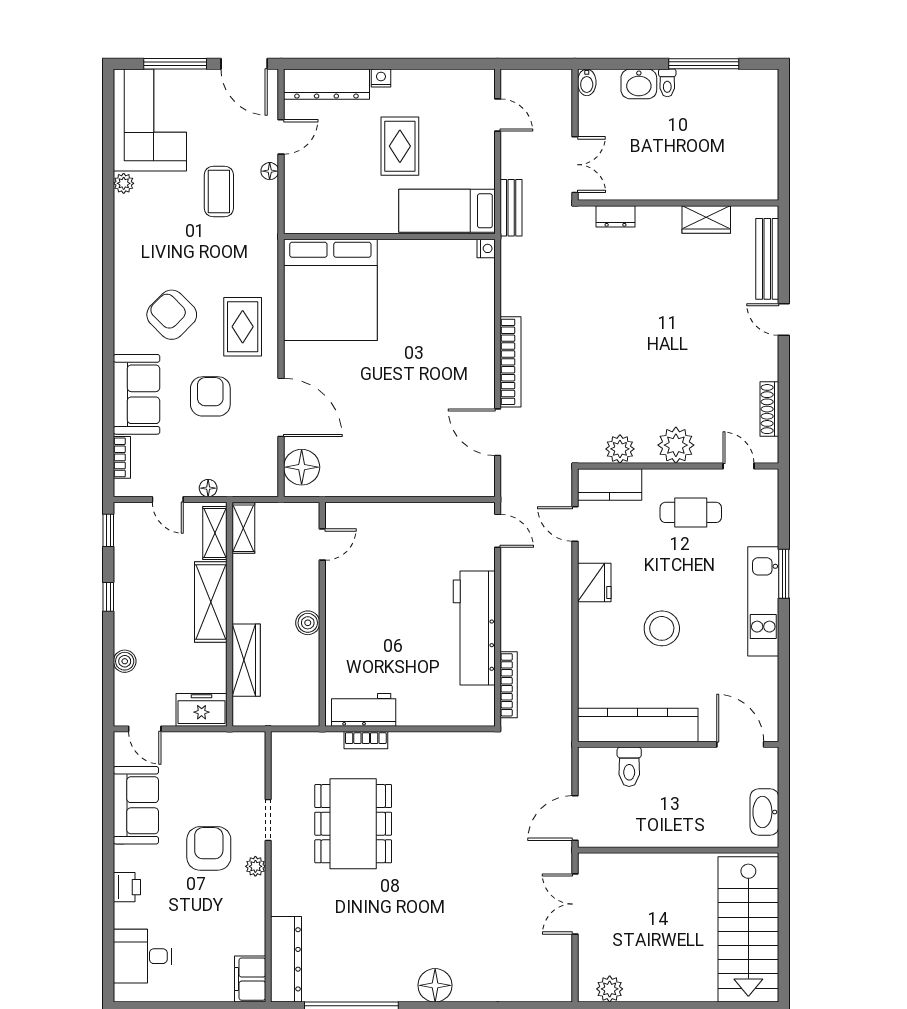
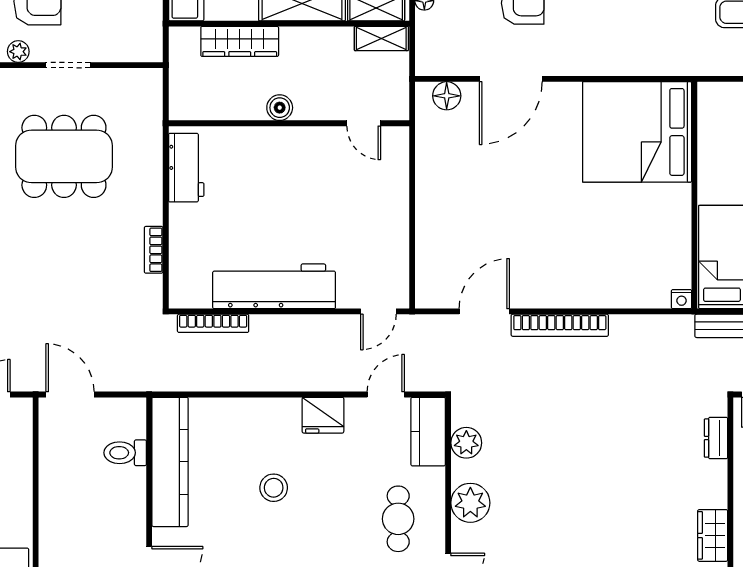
rug: (243, 327) -> (598, 38), removed
floor lamp: (302, 467) -> (447, 96), width x0.73, depth x0.73
stool: (662, 628) -> (274, 488), width x0.73, depth x0.73
bookcase: (366, 740) -> (154, 250), moved

